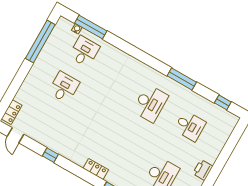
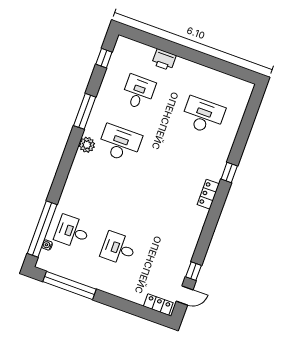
window: (91, 27) -> (42, 229), width x1.46
plant: (154, 76) -> (87, 145), added
window: (50, 155) -> (193, 271), moved
printer: (203, 170) -> (164, 60), moved

